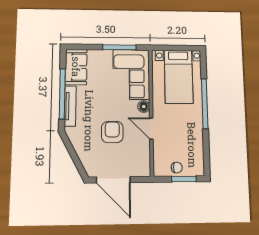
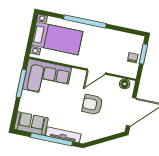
floor lamp: (144, 107) -> (125, 84), moved

